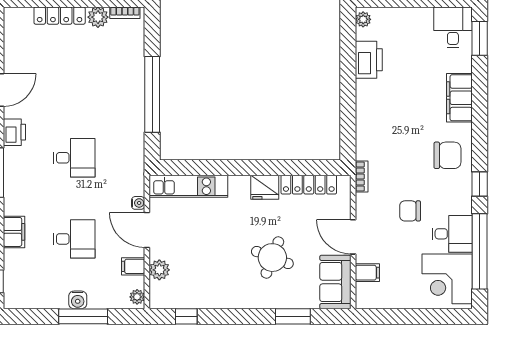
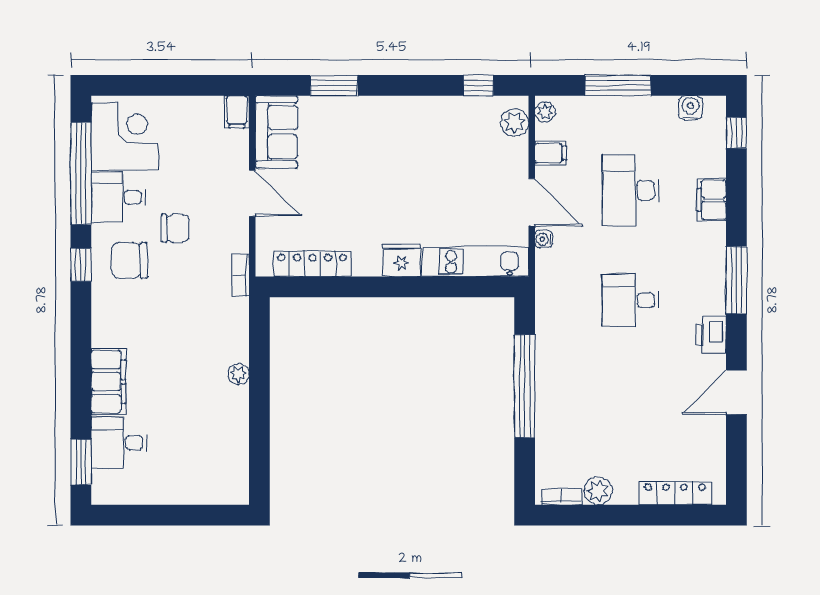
locker: (60, 16) -> (675, 493), moved
plant: (363, 19) -> (239, 374), moved
desk: (453, 27) -> (119, 443), moved, turned 90
printer: (369, 60) -> (231, 433), removed
chair: (447, 155) -> (129, 260), moved
fridge: (265, 187) -> (401, 260), moved
desk: (74, 239) -> (630, 190), width x1.37
round table: (272, 258) -> (362, 165), removed
plant: (159, 270) -> (515, 123), moved
filing cabinet: (367, 273) -> (237, 112), moved, turned -90
water cooler: (78, 300) -> (690, 108), moved

